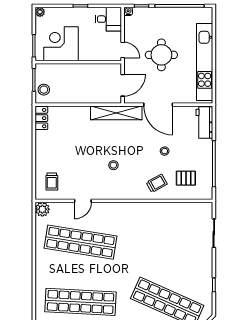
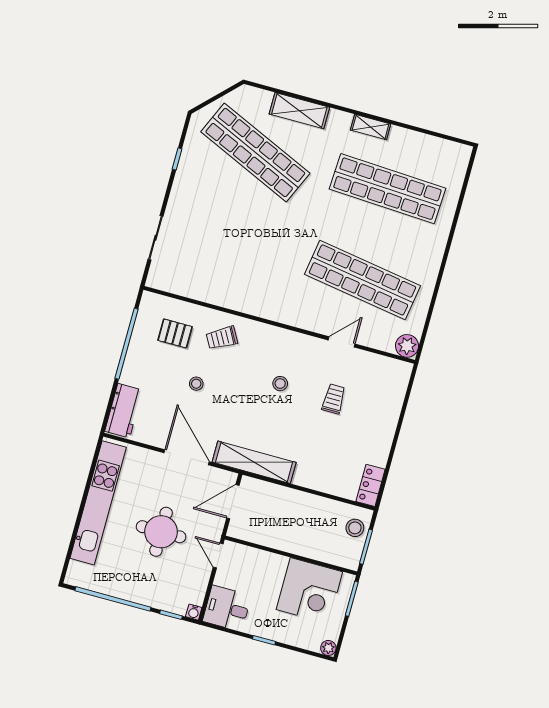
trolley: (52, 181) -> (334, 399), moved

